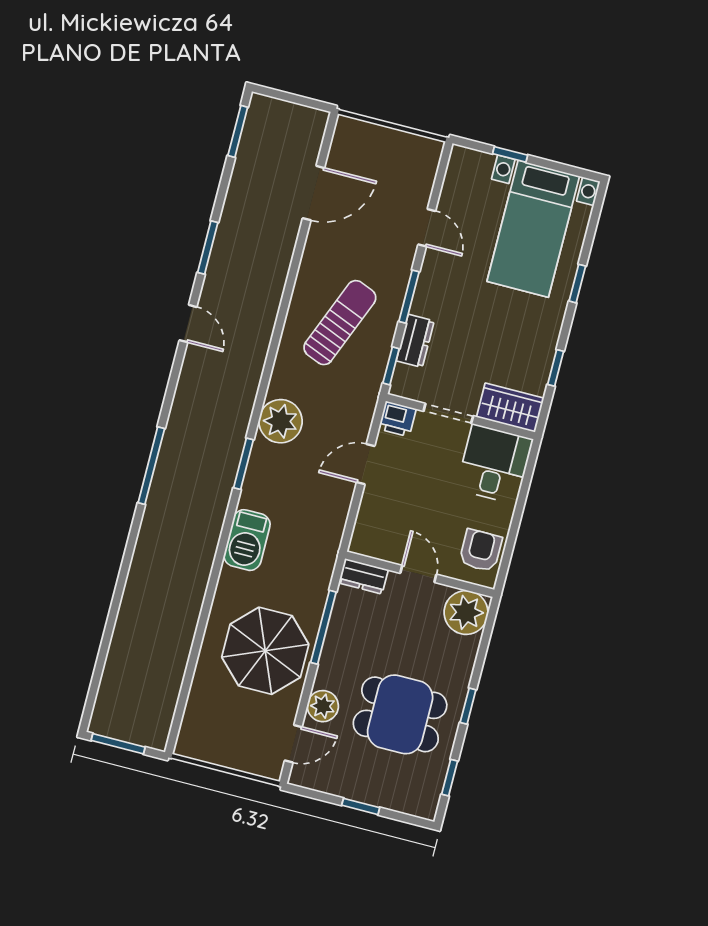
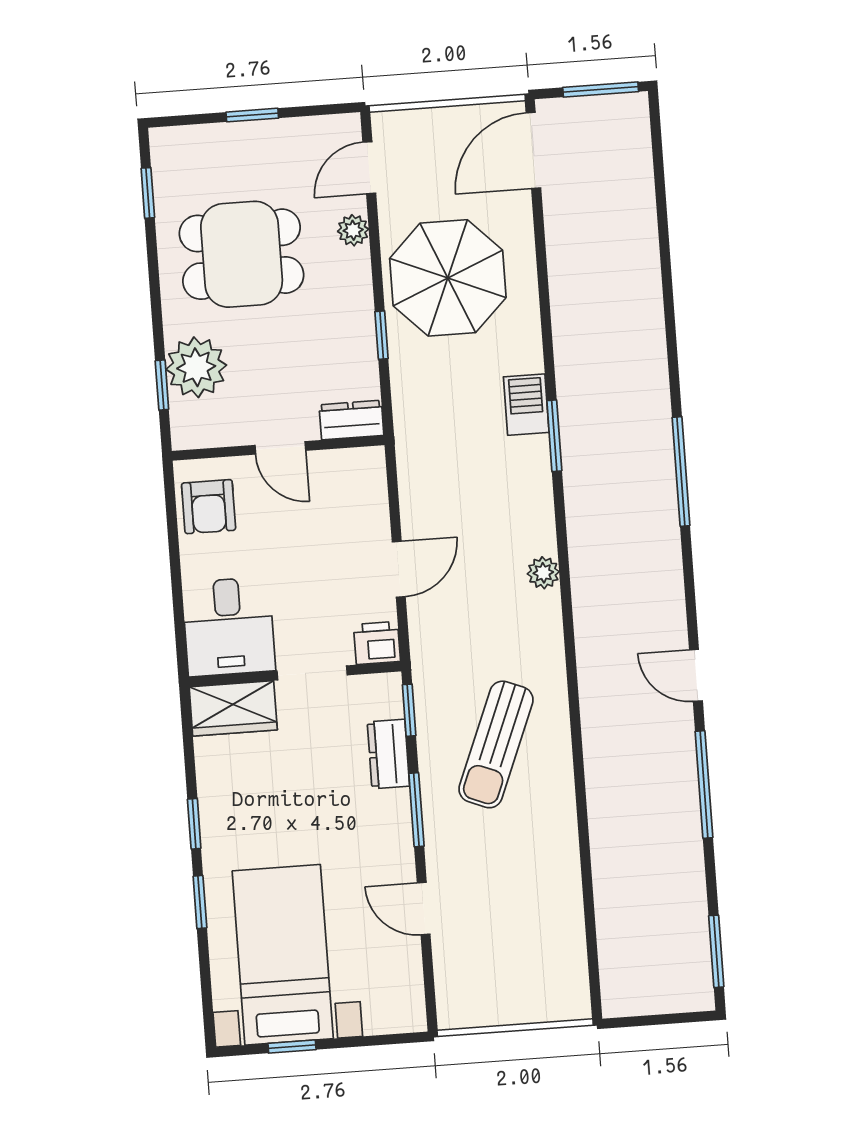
window: (510, 154) -> (292, 1047), moved
door: (314, 193) -> (533, 150), moved
window: (208, 248) -> (704, 784), width x1.44
window: (556, 368) -> (194, 824), moved
plant: (281, 421) -> (543, 573), width x0.53, depth x0.53
window: (244, 464) -> (554, 436), moved
barbecue: (247, 540) -> (526, 405), width x0.73, depth x0.79
plant: (466, 612) -> (196, 367), moved
window: (323, 627) -> (382, 335), width x0.46
plant: (323, 706) -> (353, 230), width x0.73, depth x0.73
window: (468, 706) -> (162, 385), moved

